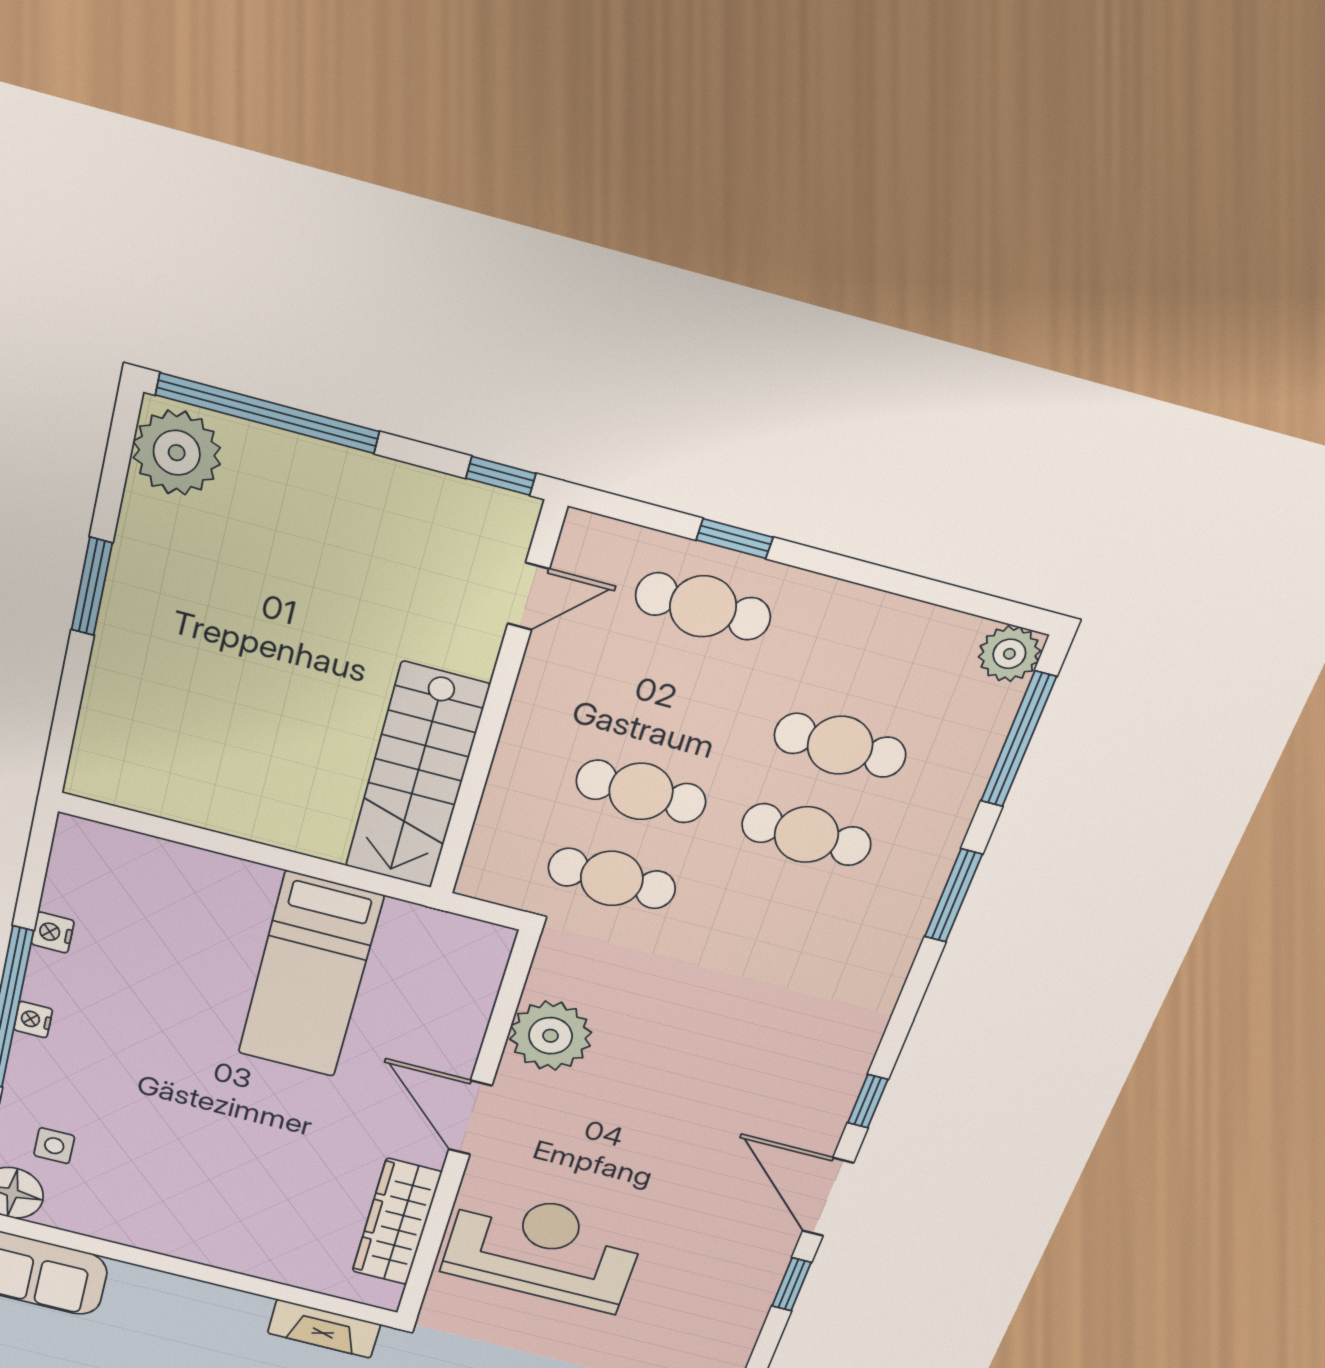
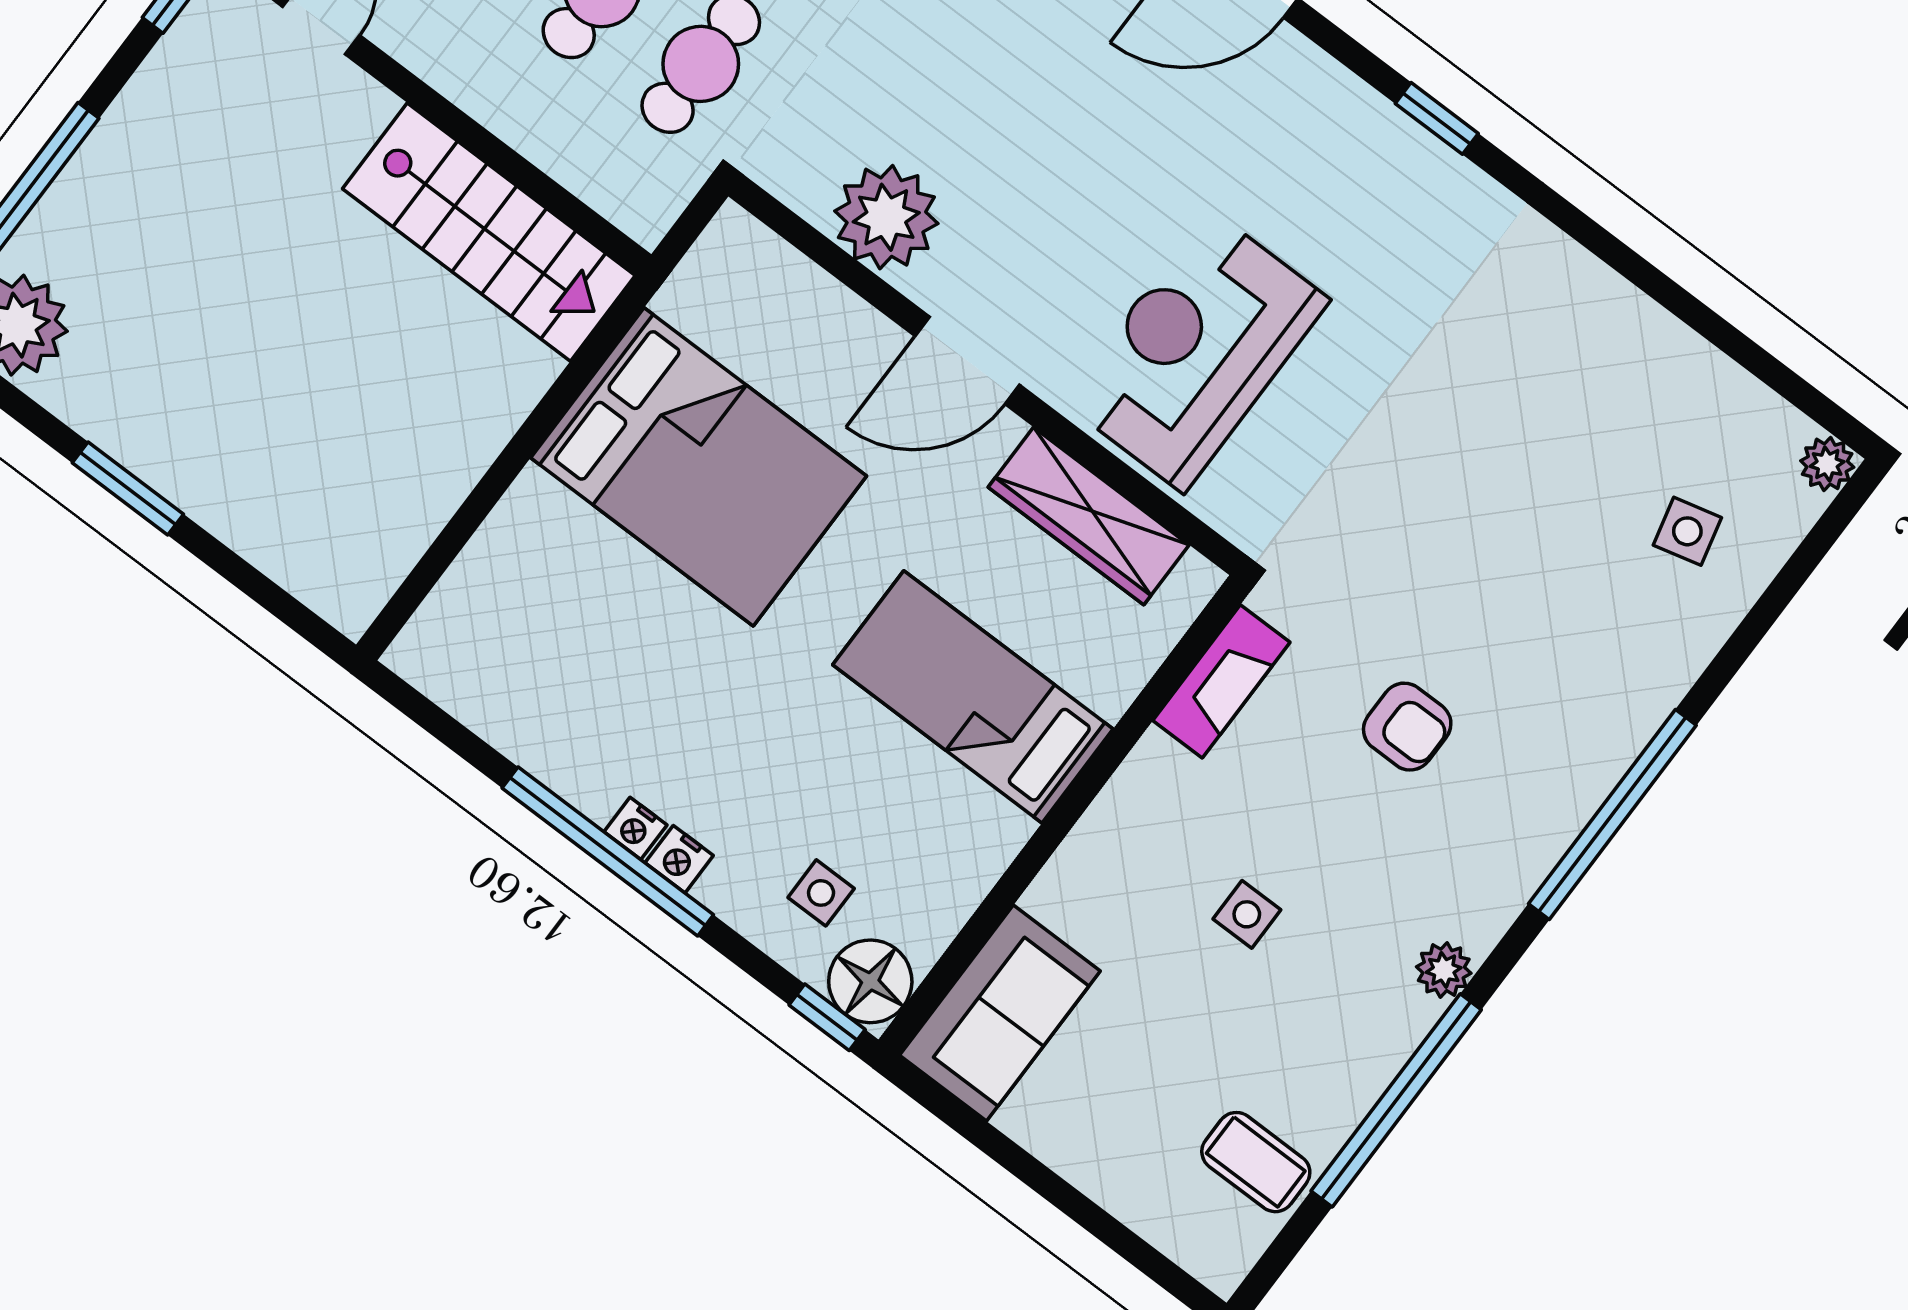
nightstand: (53, 932) -> (679, 859), moved
bed: (310, 975) -> (699, 467), width x1.50
bed: (237, 1193) -> (973, 697), added
window: (792, 1284) -> (1437, 118), moved

